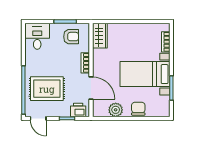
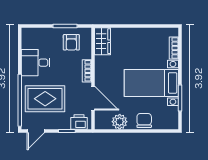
desk: (37, 36) -> (36, 63), moved, turned -90
armchair: (71, 37) -> (71, 42), turned 90
door: (38, 118) -> (36, 131), hinge flipped

